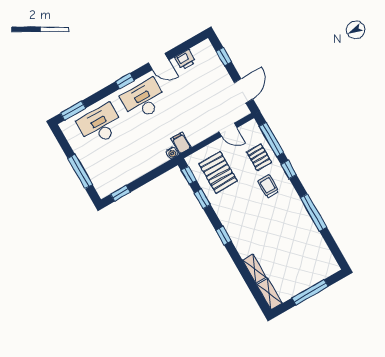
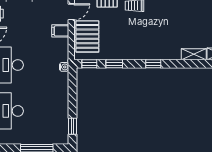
filing cabinet: (181, 143) -> (60, 31), moved
pallet: (218, 172) -> (87, 36), moved, turned 90

